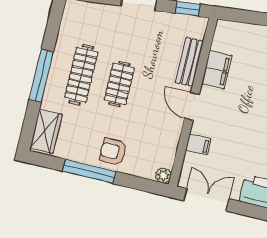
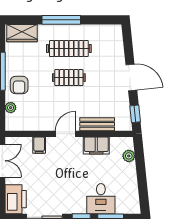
plant: (241, 30) -> (129, 156), added
armchair: (113, 152) -> (19, 85), turned 180
plant: (163, 175) -> (11, 108), moved

